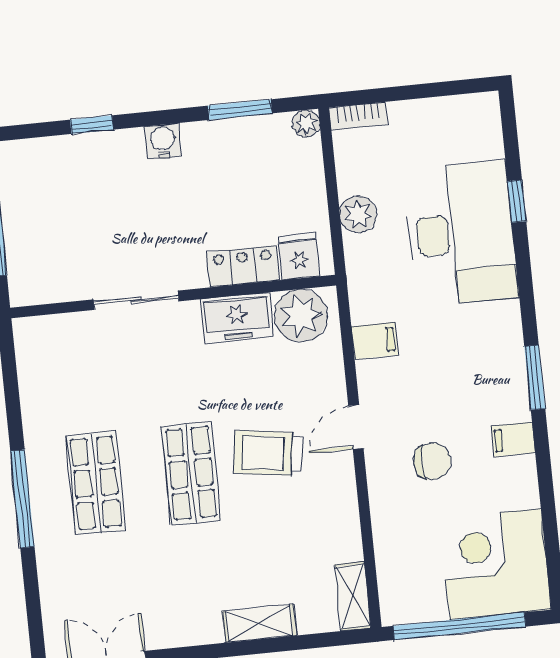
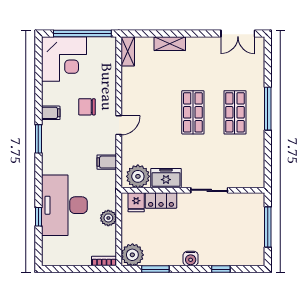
plant: (306, 124) -> (132, 255), width x1.87, depth x1.87
trolley: (268, 453) -> (158, 118), removed

